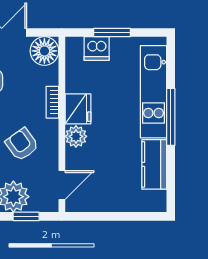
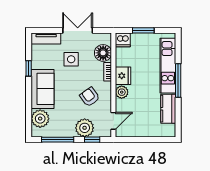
dishwasher: (97, 48) -> (123, 40), moved
floor lamp: (44, 51) -> (103, 53), moved

